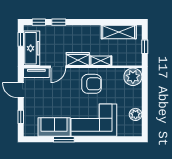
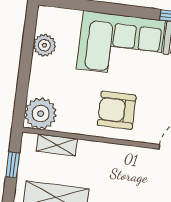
wardrobe: (78, 59) -> (136, 158), removed
shelving: (101, 61) -> (57, 145), moved

